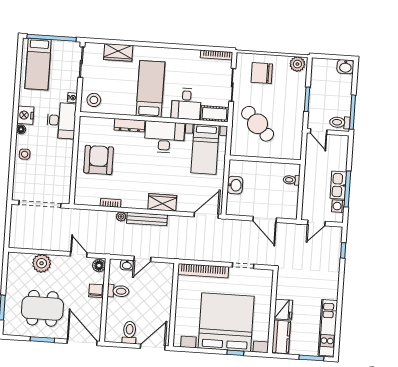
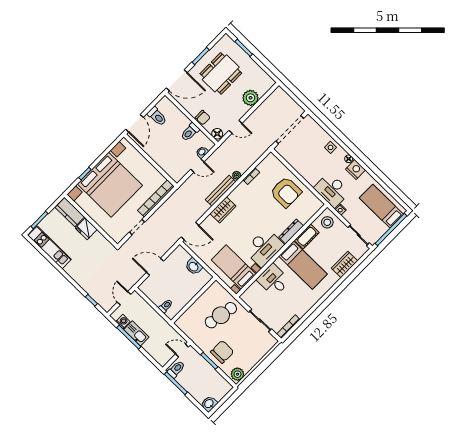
chair: (262, 73) -> (222, 352), moved
cot: (214, 114) -> (307, 236), moved
cafe table: (258, 124) -> (221, 315), turned -36
door: (206, 215) -> (190, 231), hinge flipped
door: (142, 259) -> (197, 166), swing flipped

